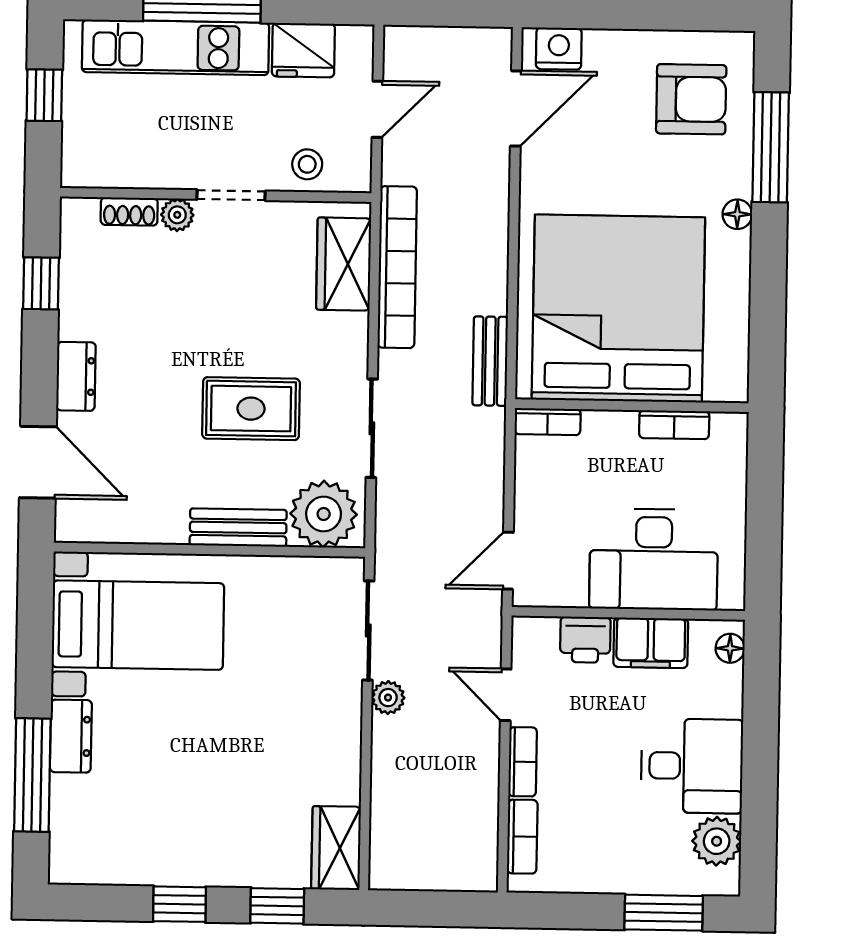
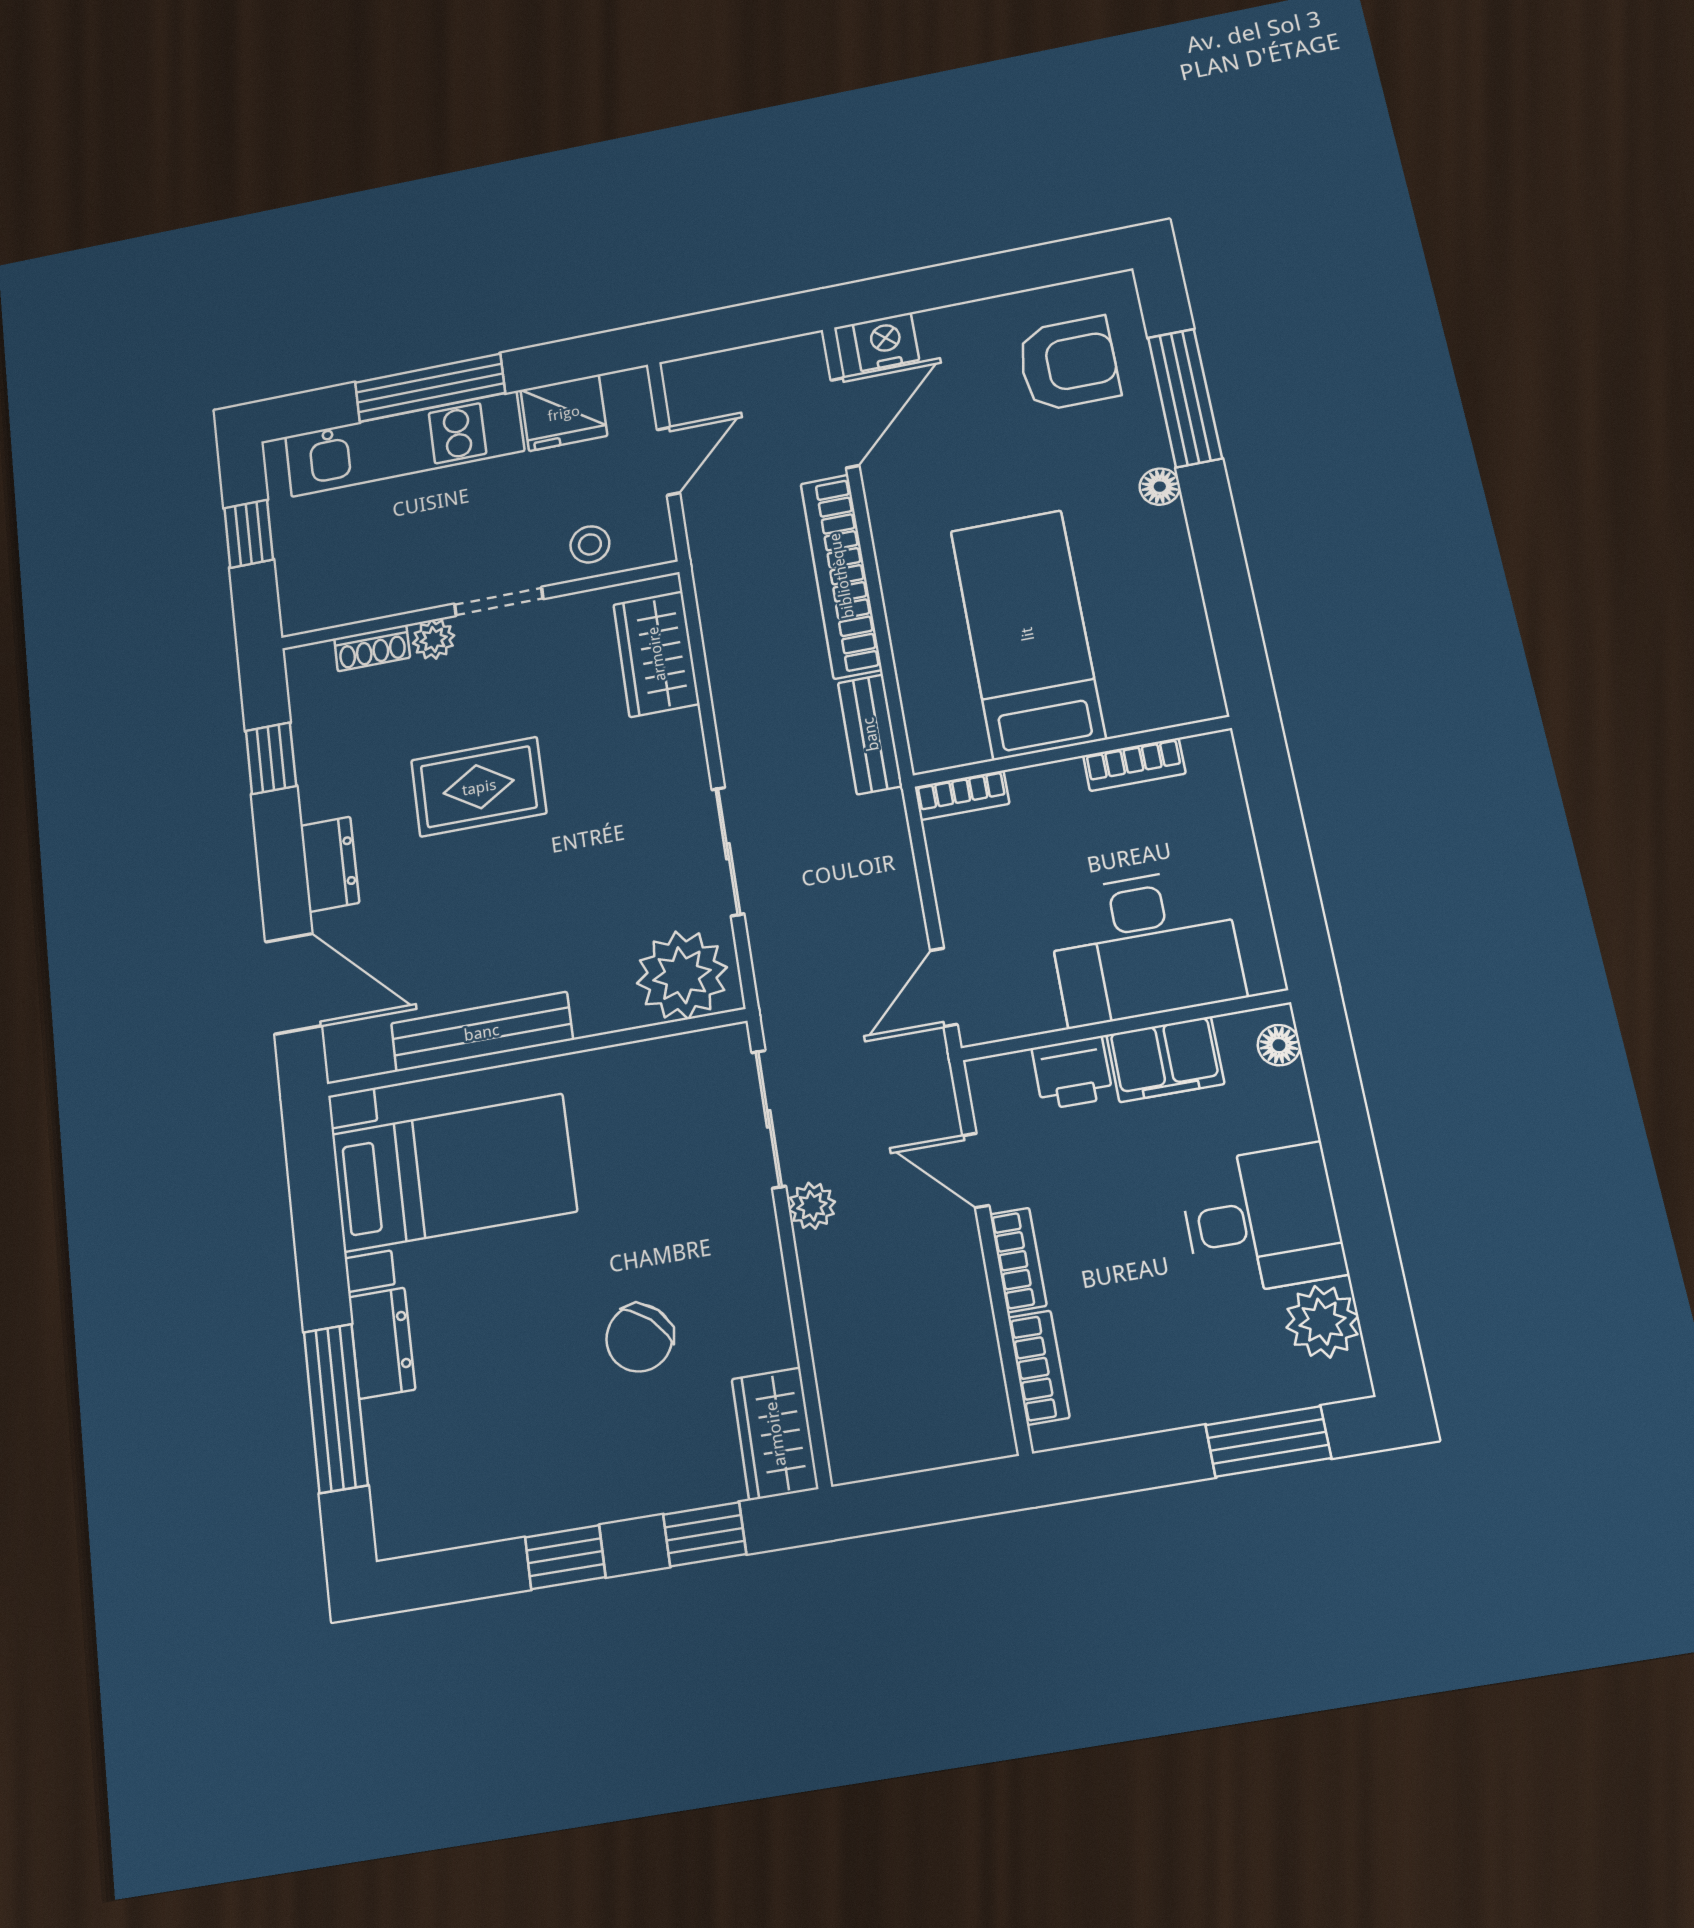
bookcase: (397, 267) -> (841, 576), moved, turned 180
bed: (618, 308) -> (1027, 634), width x0.49
rug: (251, 409) -> (479, 787), moved
bench: (238, 527) -> (482, 1032), moved, width x1.36
chair: (253, 766) -> (639, 1338), added

